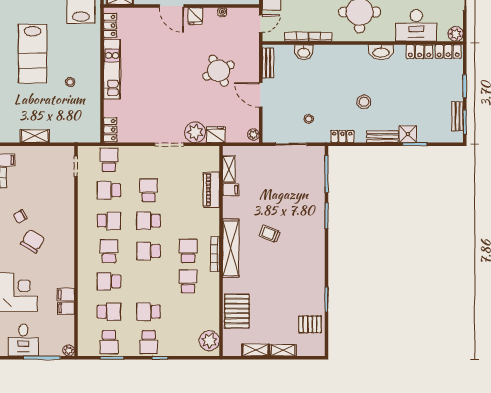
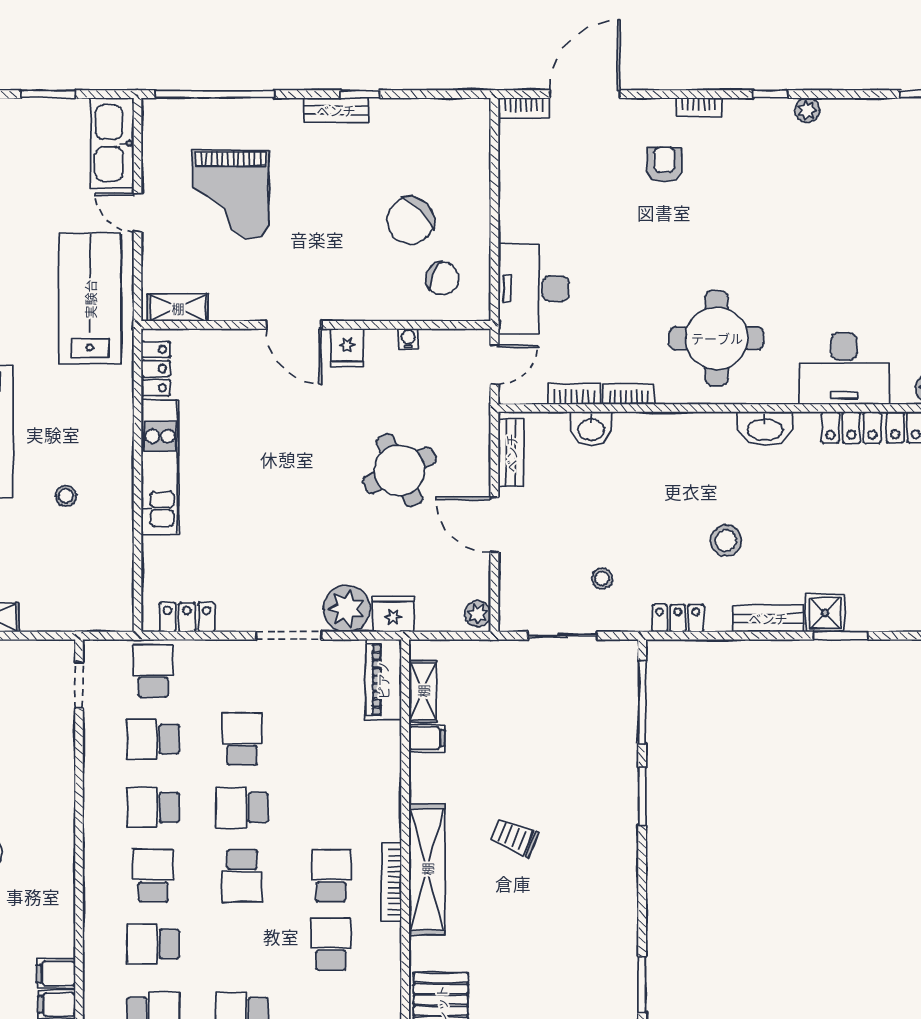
locker: (110, 130) -> (187, 617), moved, turned -90
piano: (211, 190) -> (383, 680), moved
school desk: (109, 221) -> (153, 807), turned 180
school desk: (149, 251) -> (242, 876), turned -90

